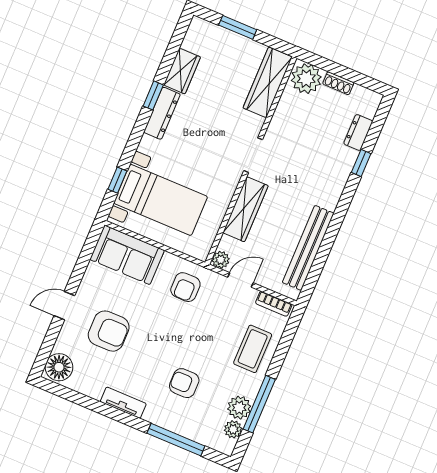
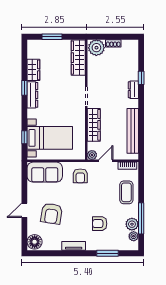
dresser: (358, 132) -> (133, 90), moved
armchair: (109, 331) -> (52, 214), turned 99
window: (176, 440) -> (107, 253), width x0.69

